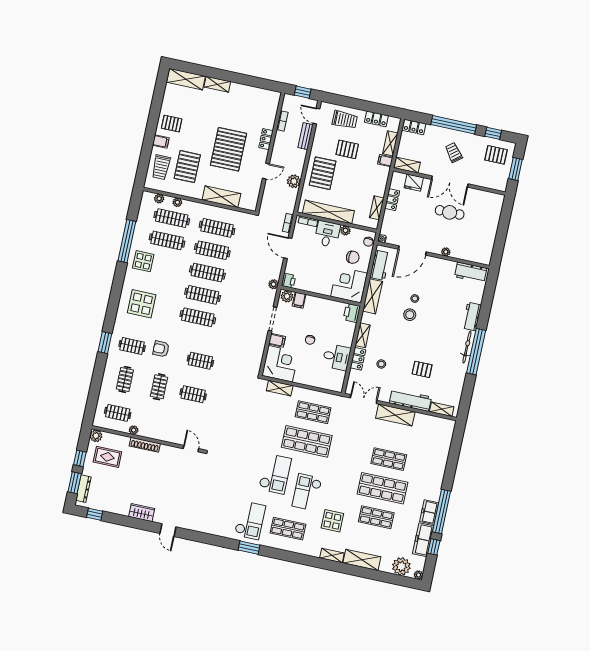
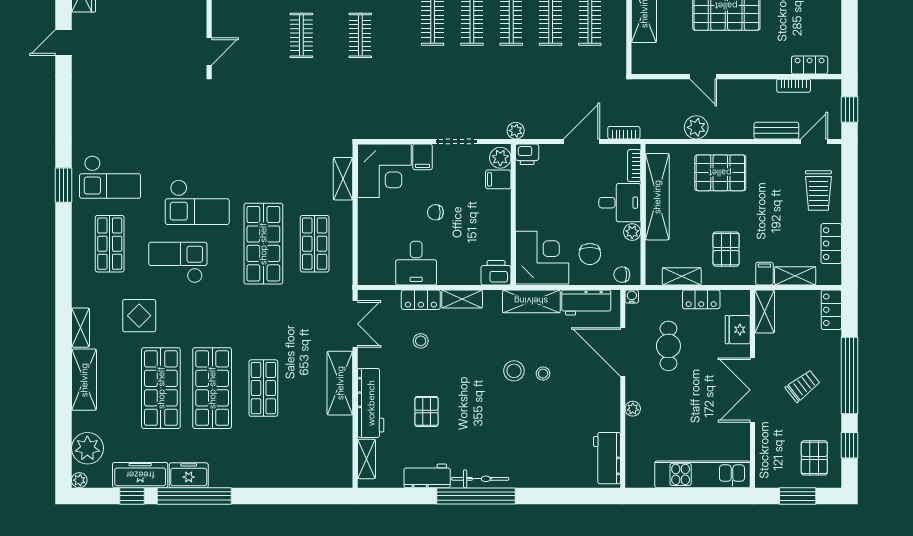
locker: (266, 139) -> (810, 65), moved
pallet: (347, 149) -> (726, 249), moved
cafe table: (450, 212) -> (668, 346), moved
kitchen unit: (492, 220) -> (702, 474), added
workbench: (472, 317) -> (427, 476), moved
shop shelf: (376, 517) -> (161, 388), width x1.43, depth x1.36

